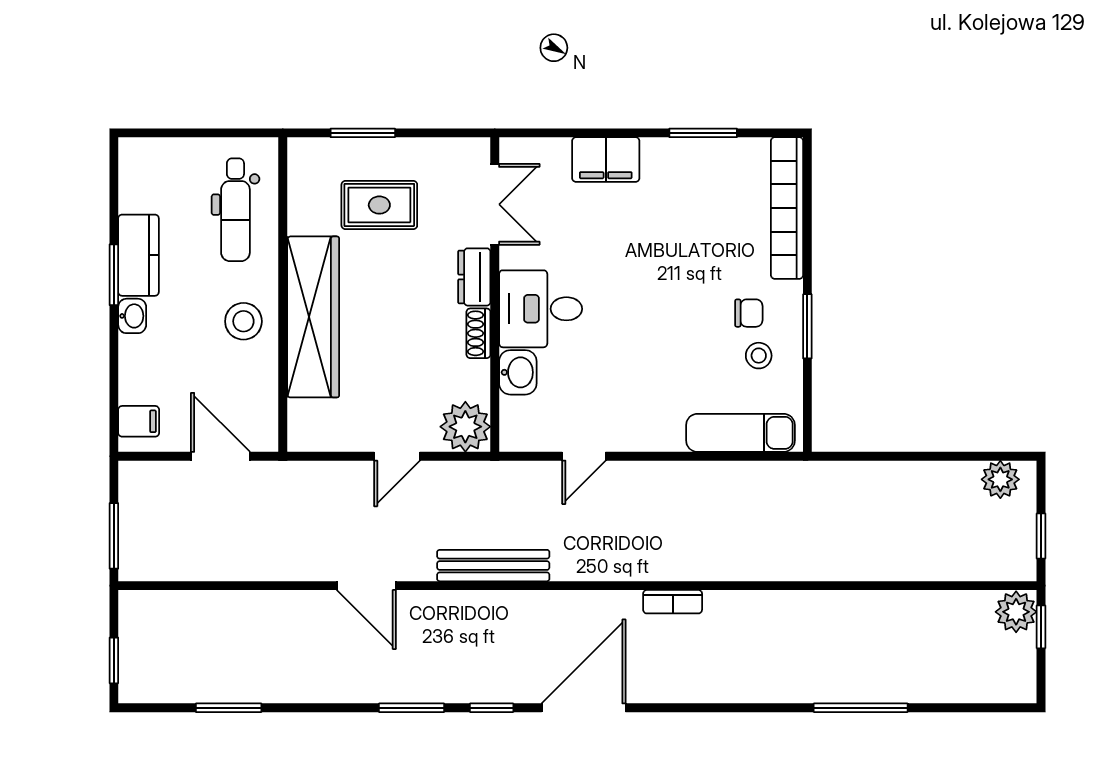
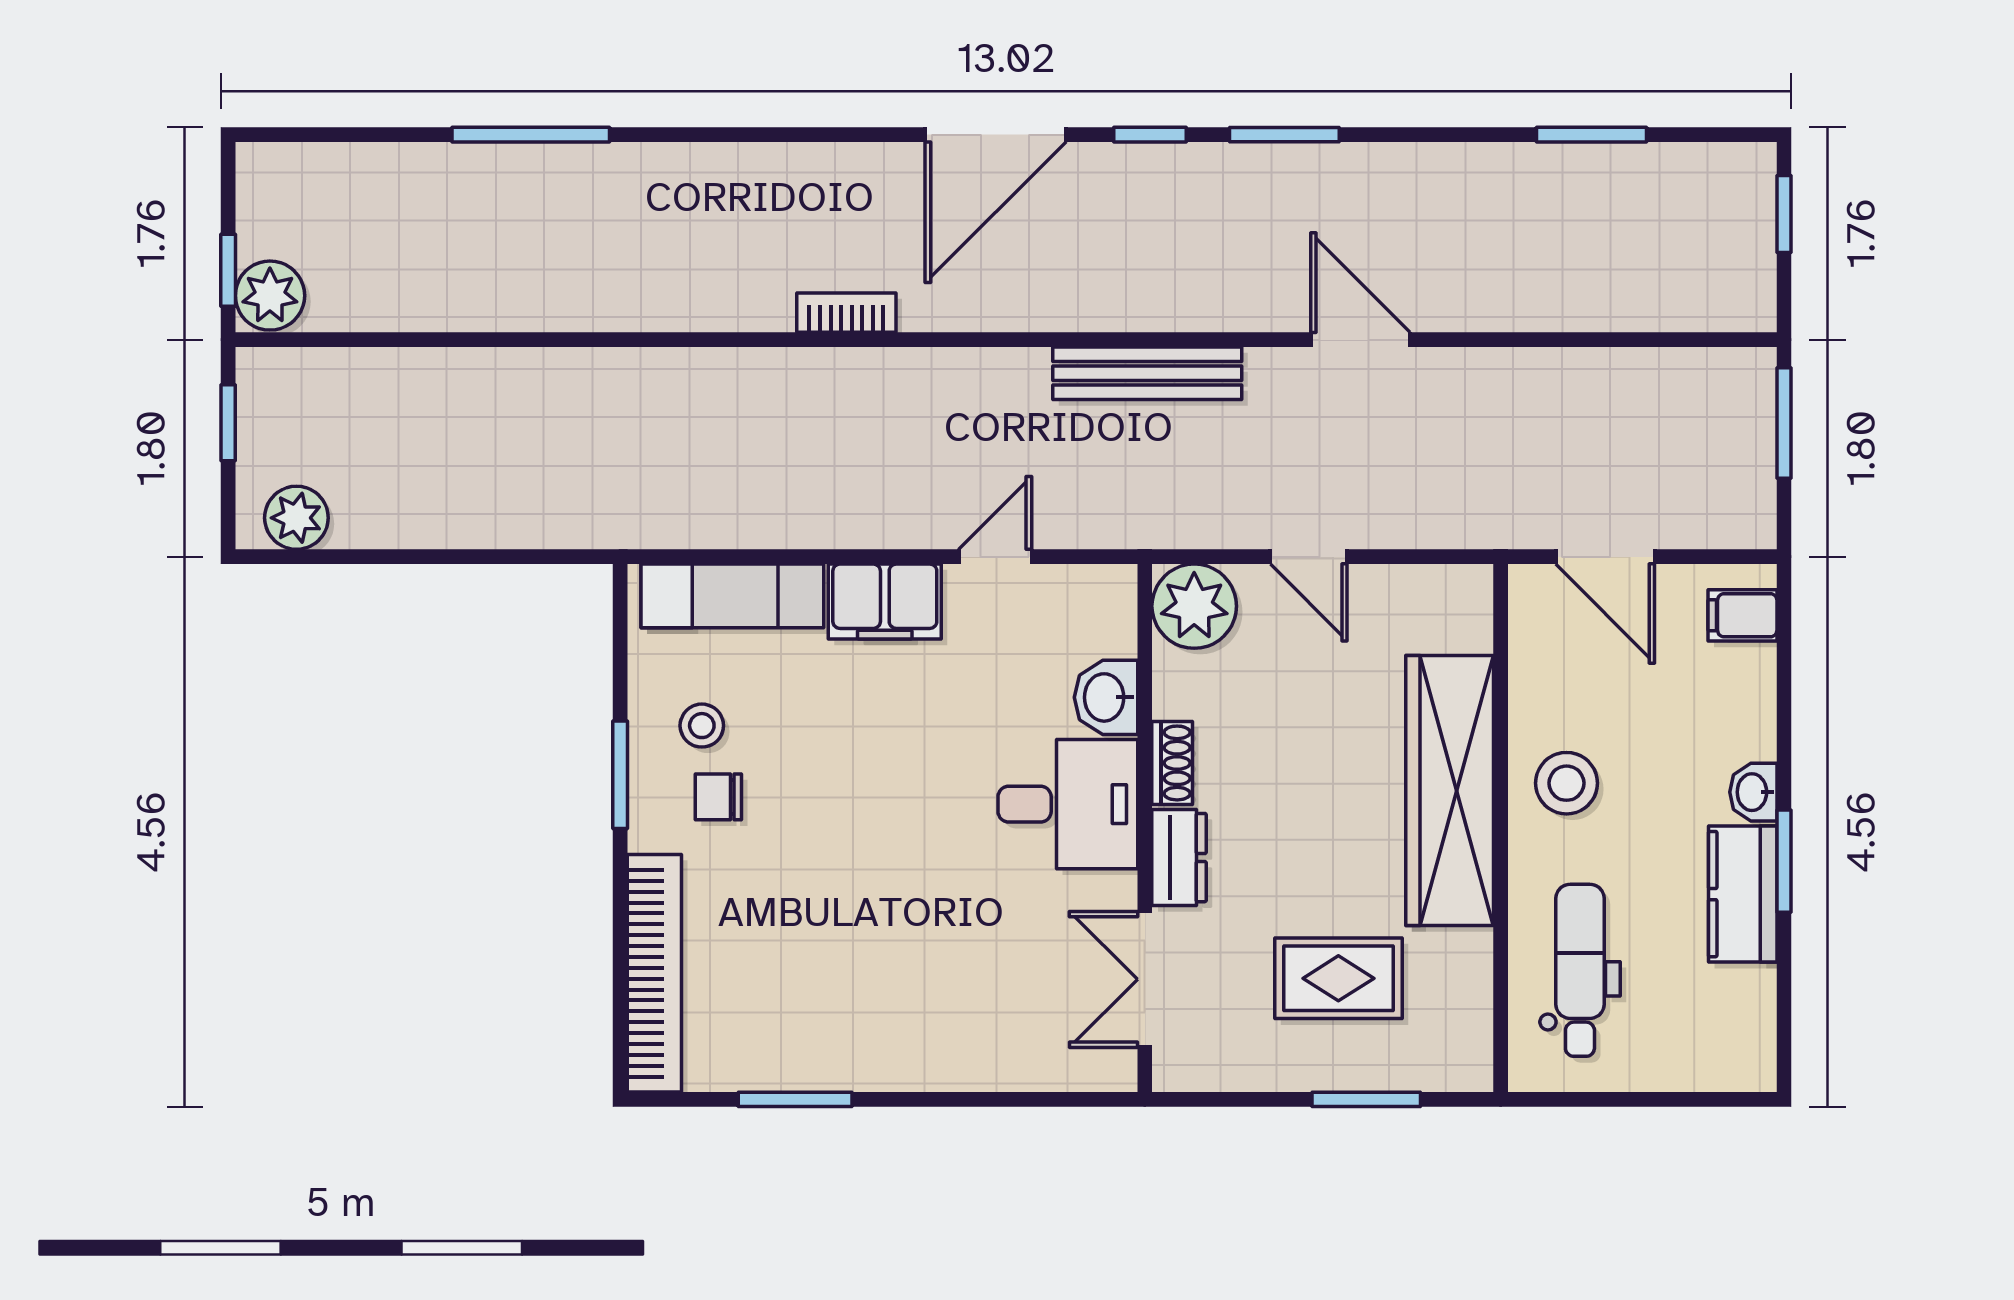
filing cabinet: (606, 160) -> (885, 601), moved, turned 180
door: (397, 456) -> (1309, 557), swing flipped

